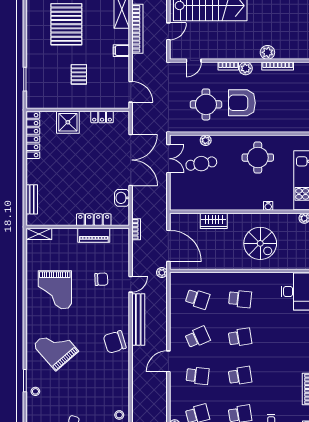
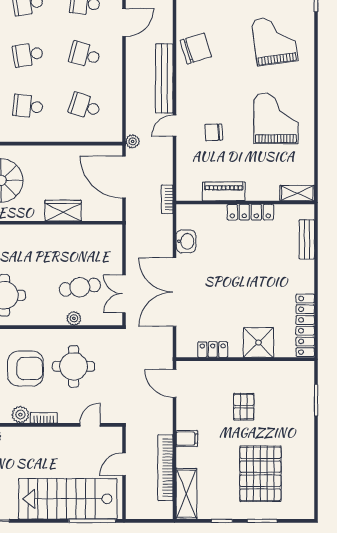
locker: (94, 220) -> (250, 212), moved
school desk: (198, 337) -> (85, 55), turned 39
grand piano: (56, 348) -> (275, 40), turned -147

